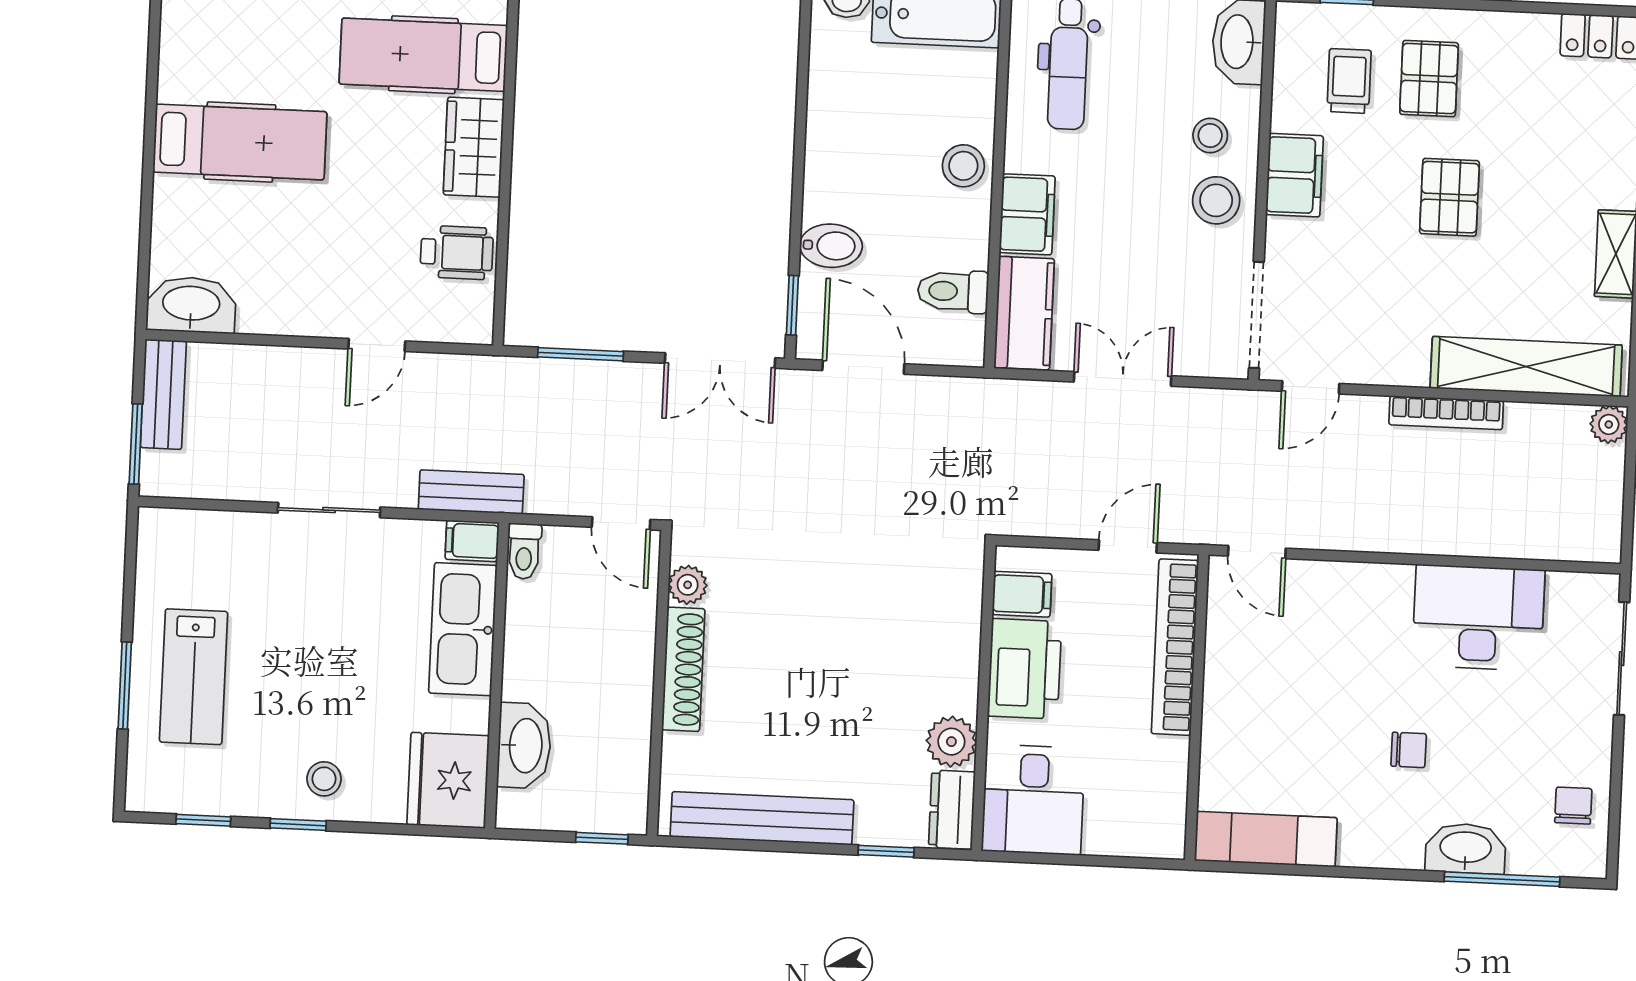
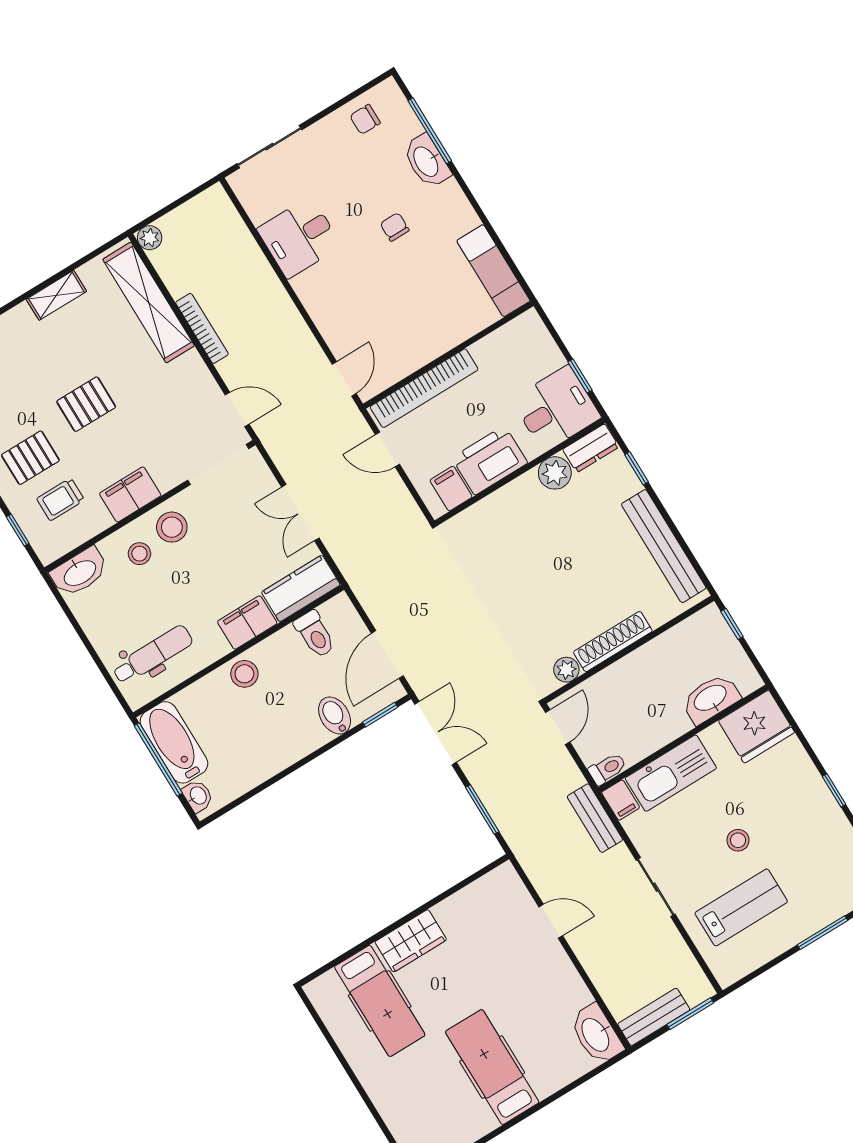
wheelchair: (457, 253) -> (473, 912), removed
desk: (1478, 618) -> (299, 237), width x0.73
lab bench: (194, 677) -> (741, 907), moved
stool: (324, 779) -> (738, 840), moved
window: (1054, 859) -> (580, 376), added

